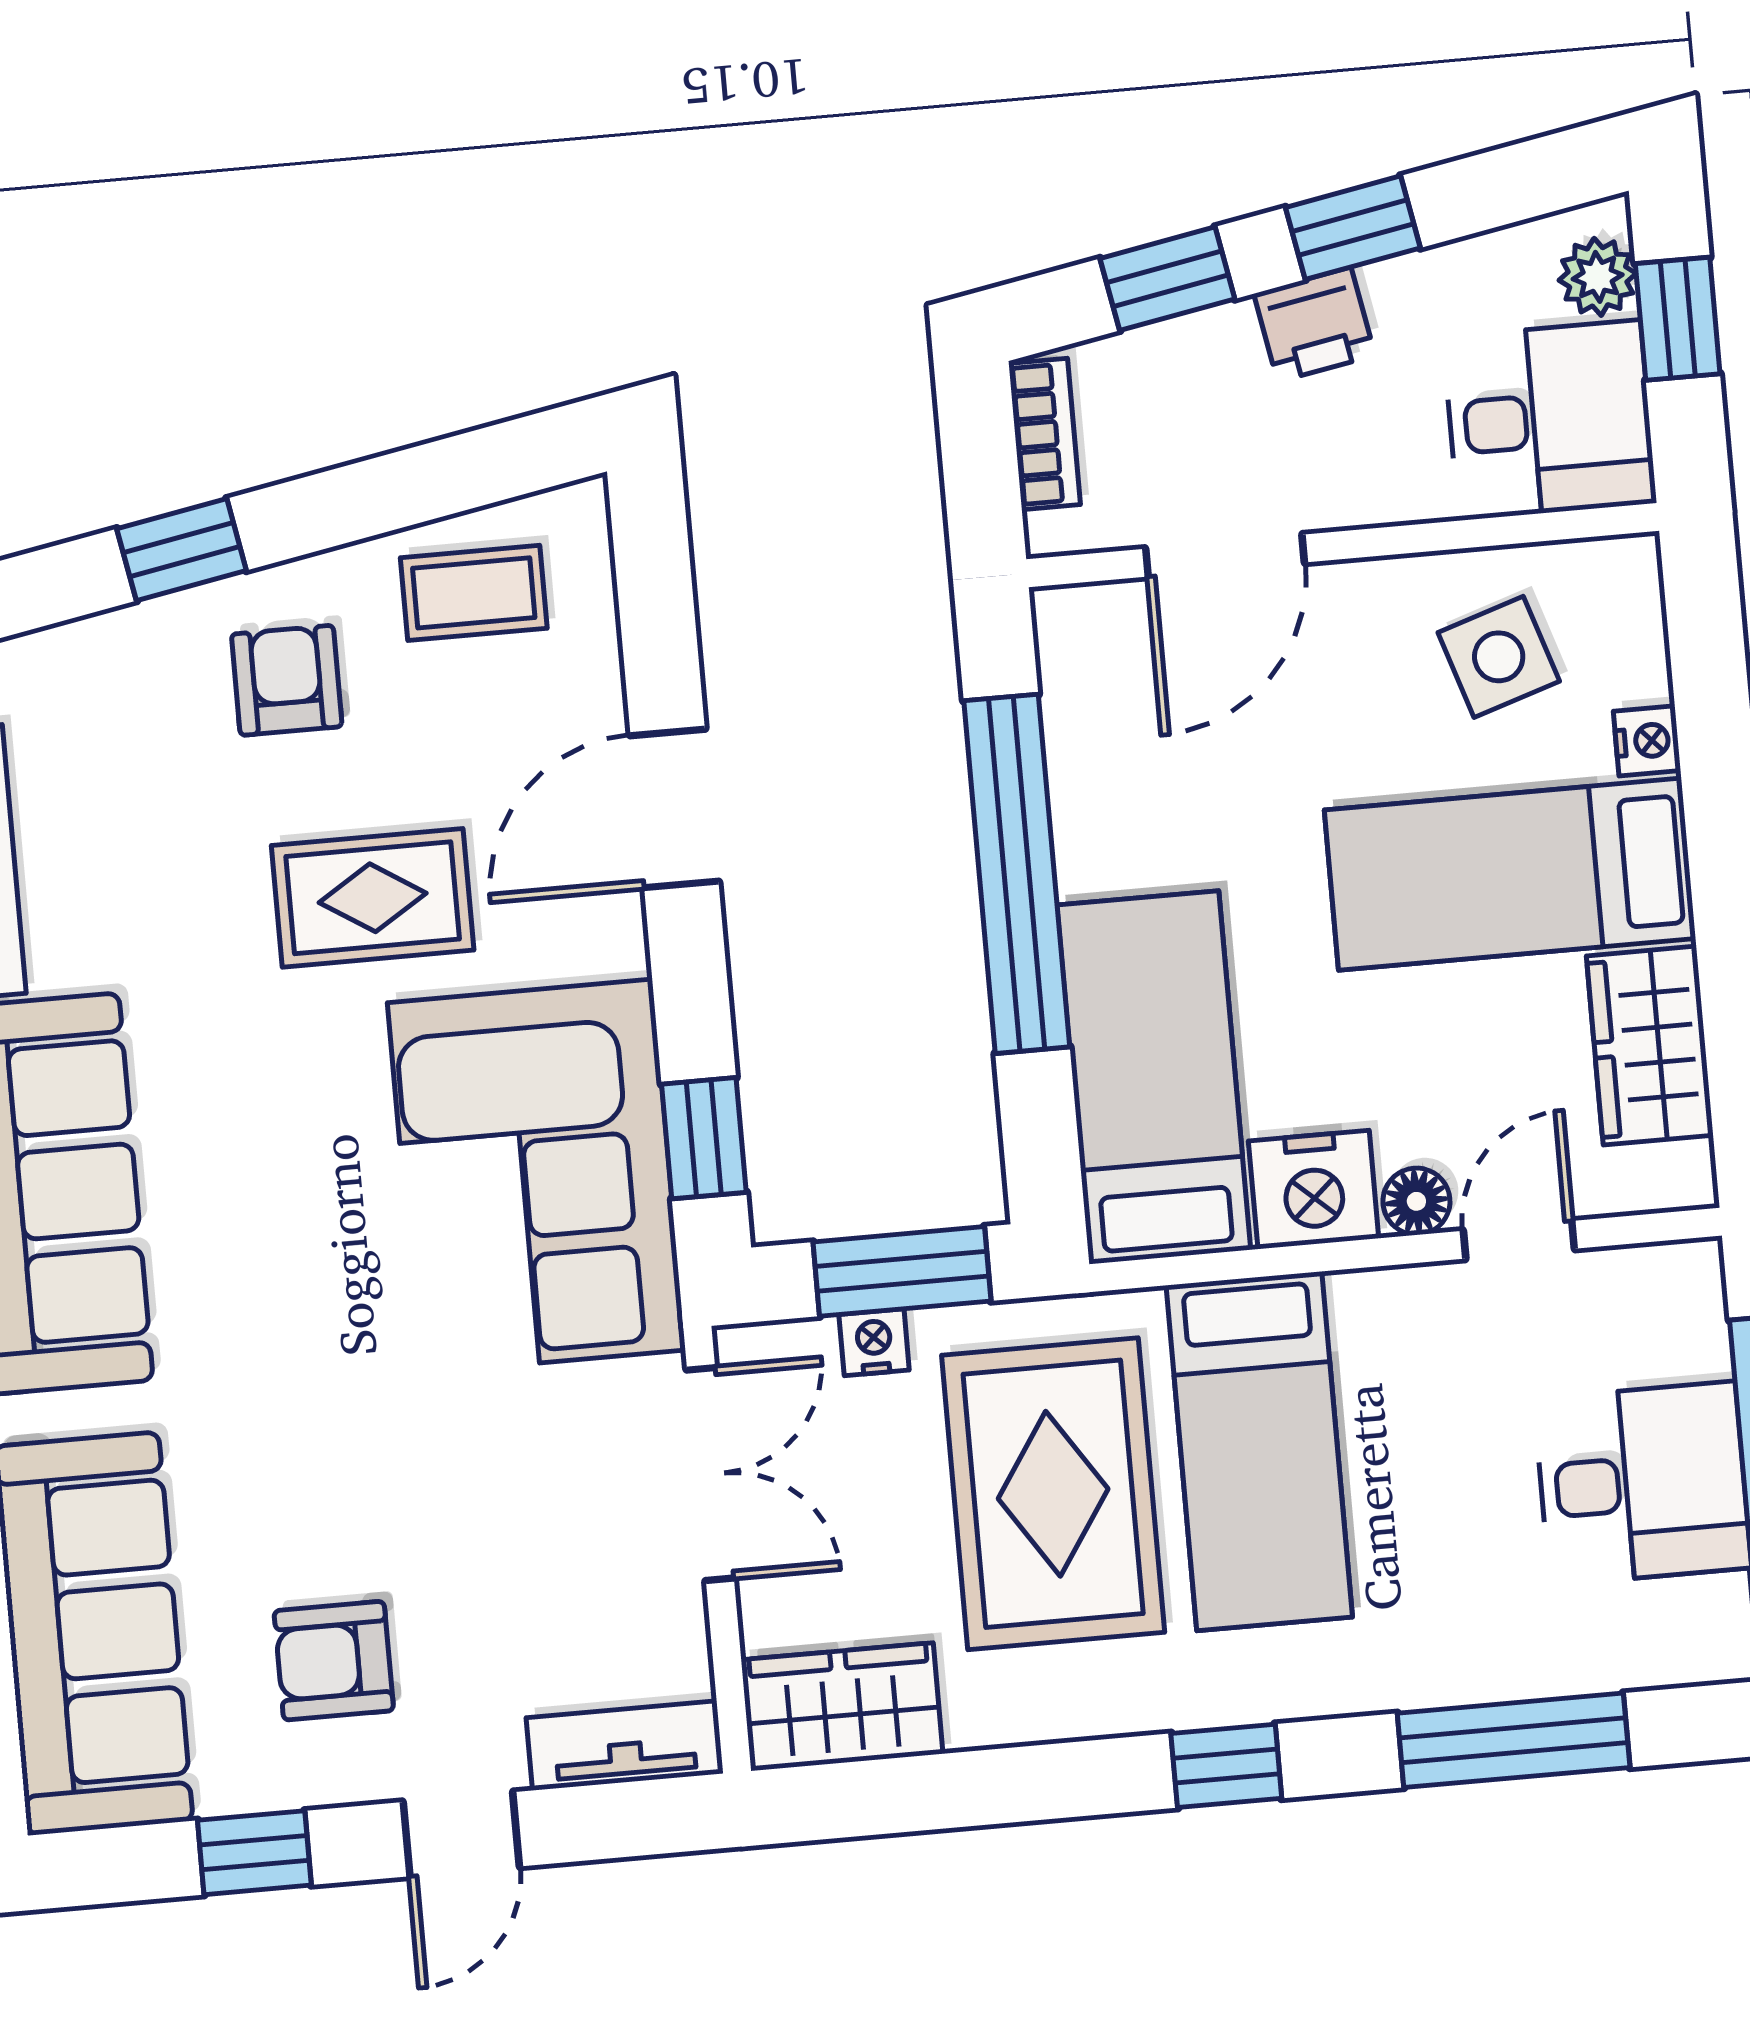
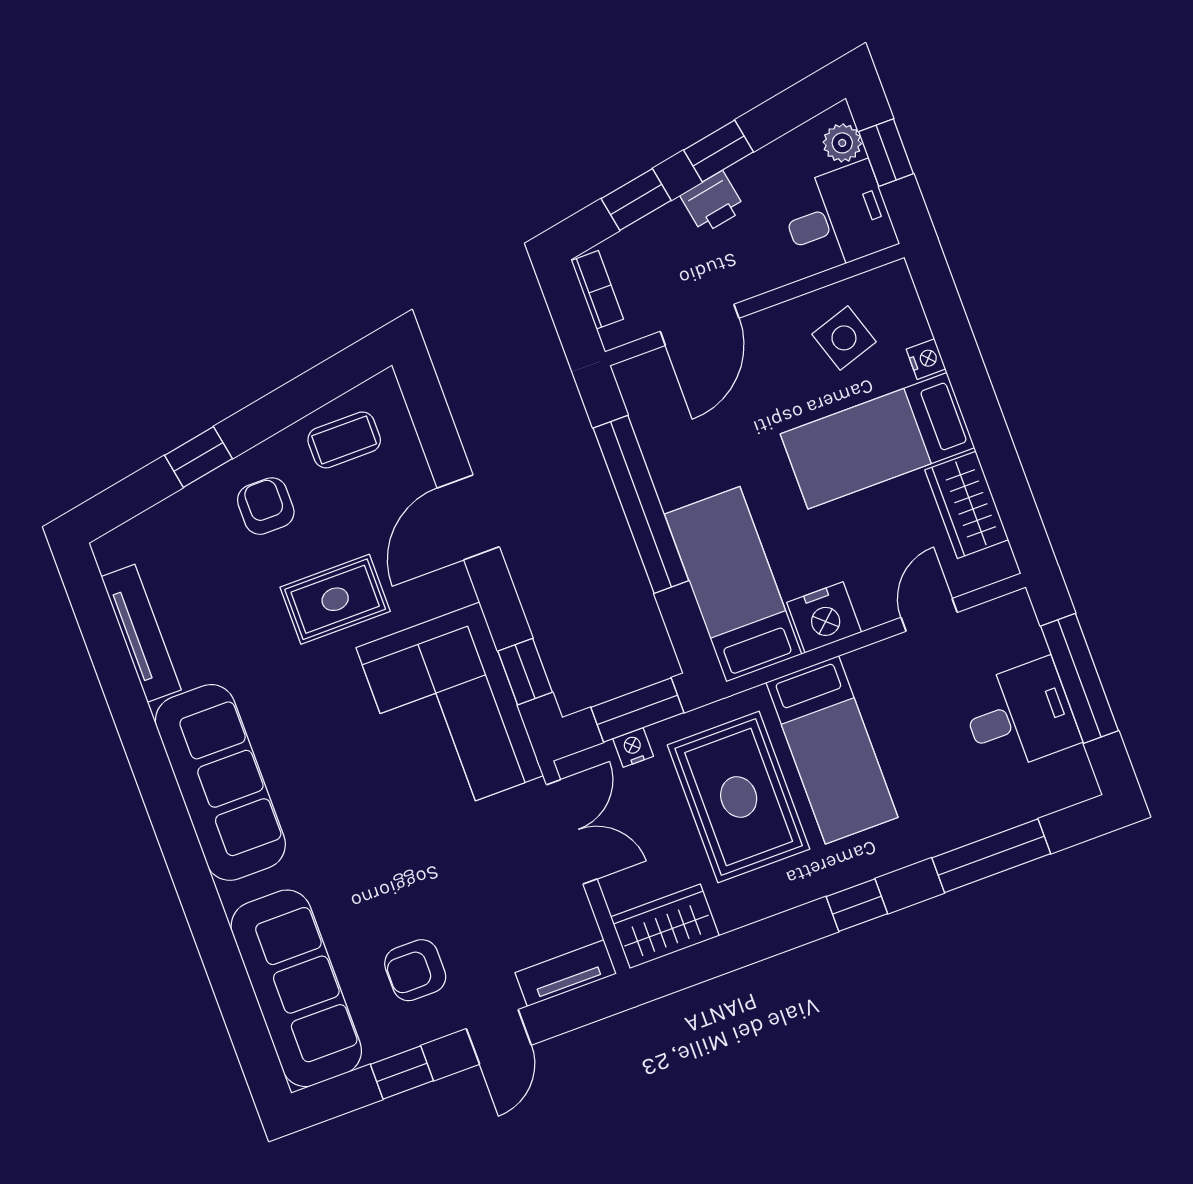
floor lamp: (1416, 1201) -> (875, 610), removed

